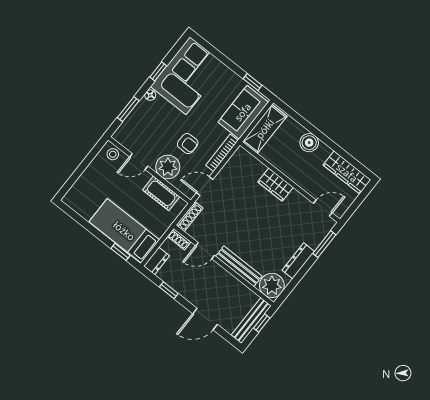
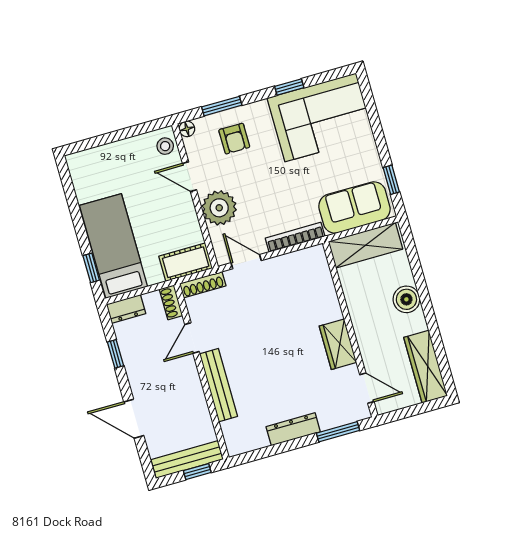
floor lamp: (150, 95) -> (187, 129), moved
armchair: (188, 144) -> (234, 139), moved
wardrobe: (276, 185) -> (338, 344), moved
cot: (161, 193) -> (186, 262), moved, turned 90
door: (205, 251) -> (192, 338), hinge flipped
plant: (272, 285) -> (241, 436), removed

